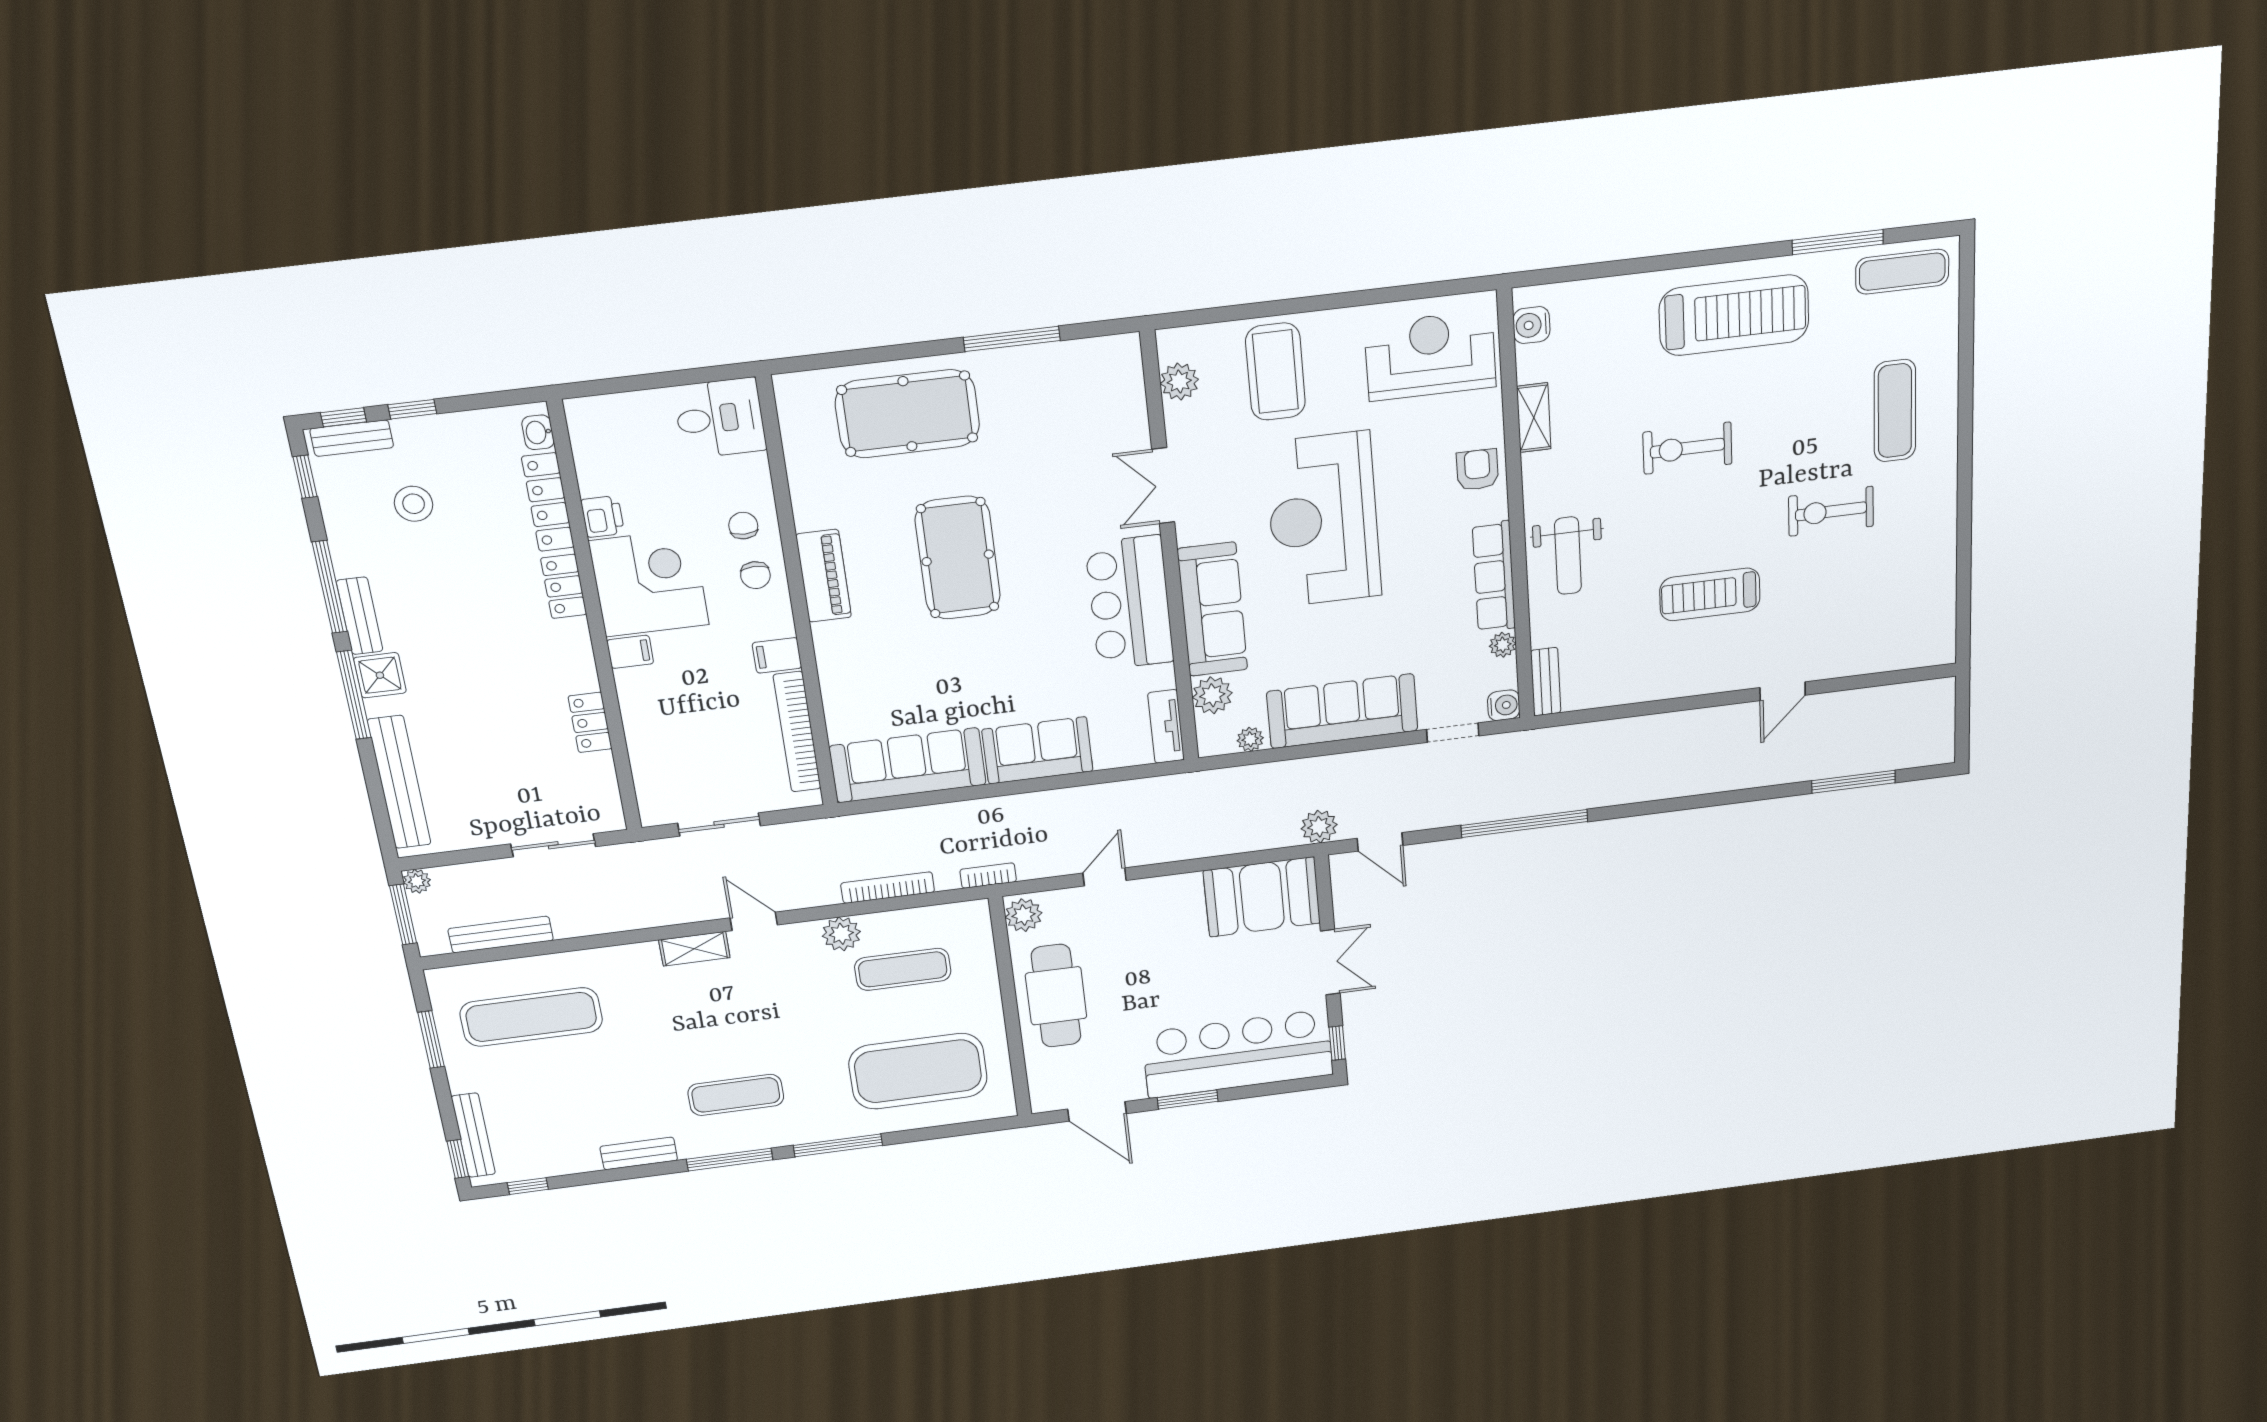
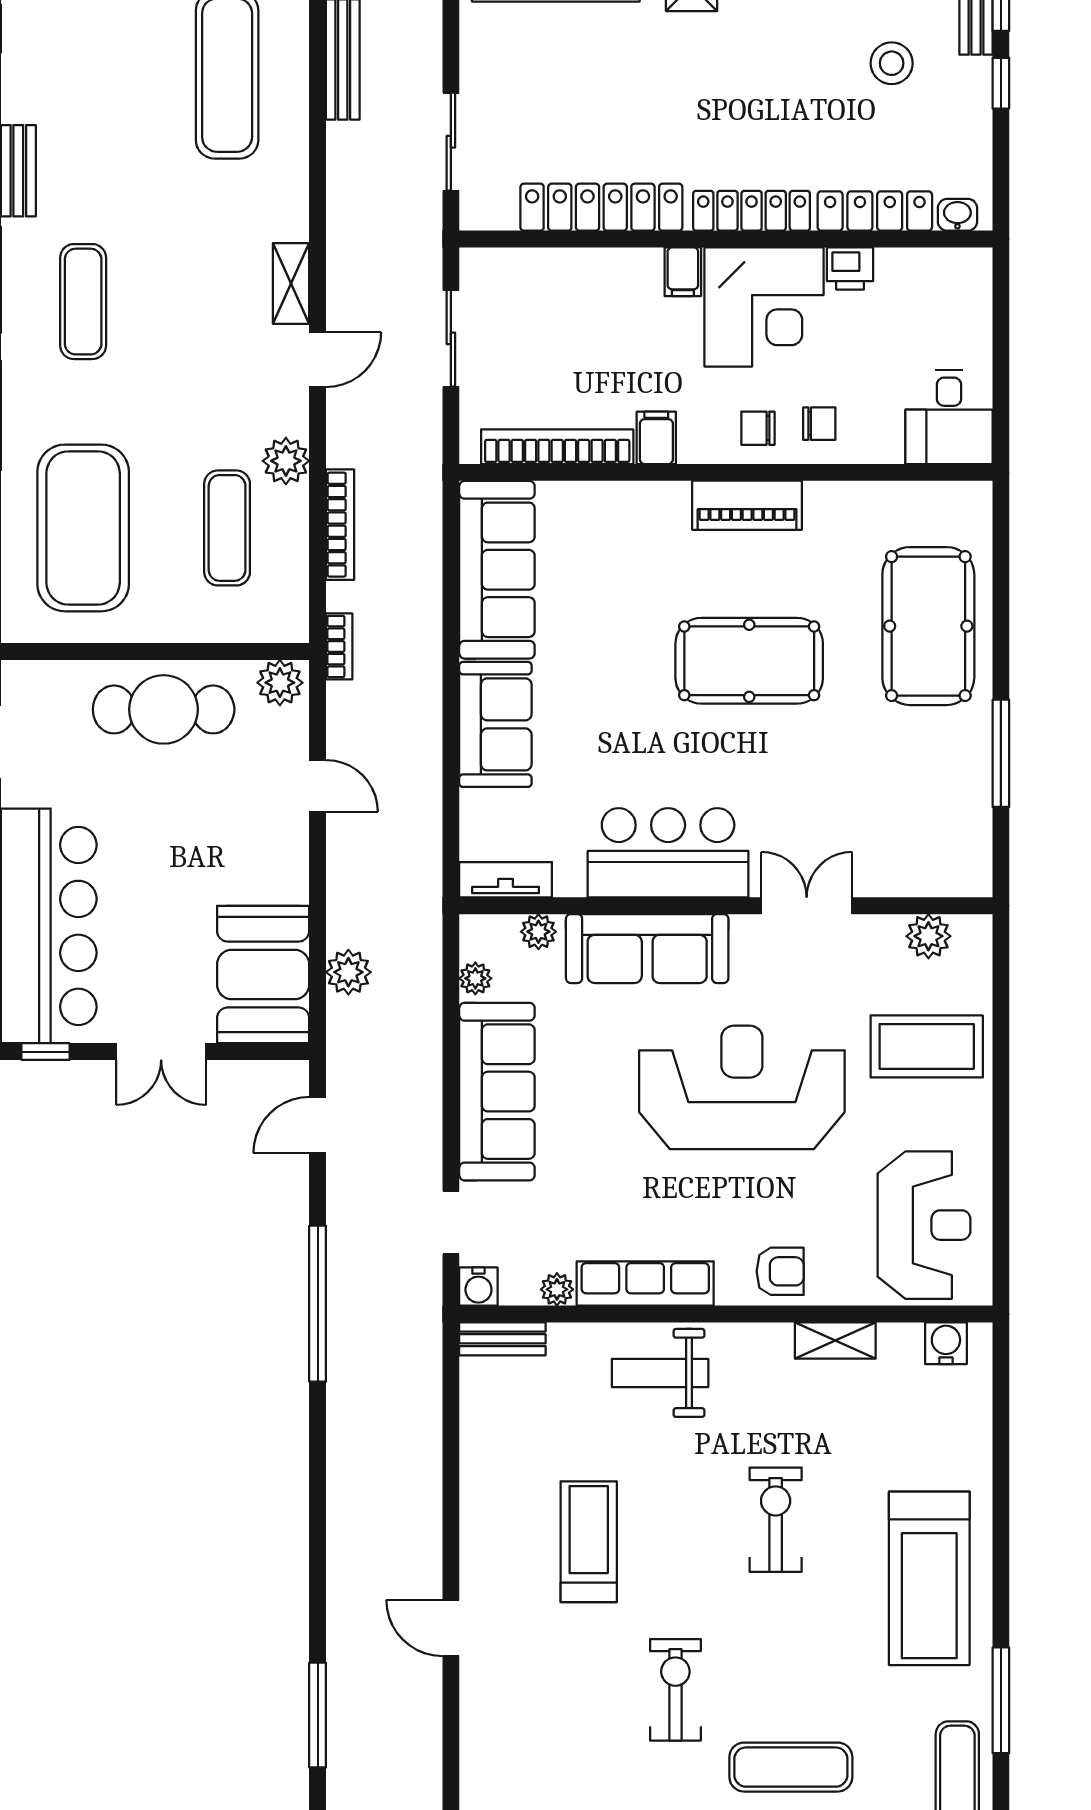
locker: (564, 586) -> (752, 211), width x1.53
plant: (1212, 695) -> (538, 932), width x0.73, depth x0.73
locker: (590, 722) -> (601, 207), width x2.16, depth x1.21
plant: (1319, 827) -> (348, 972), moved

